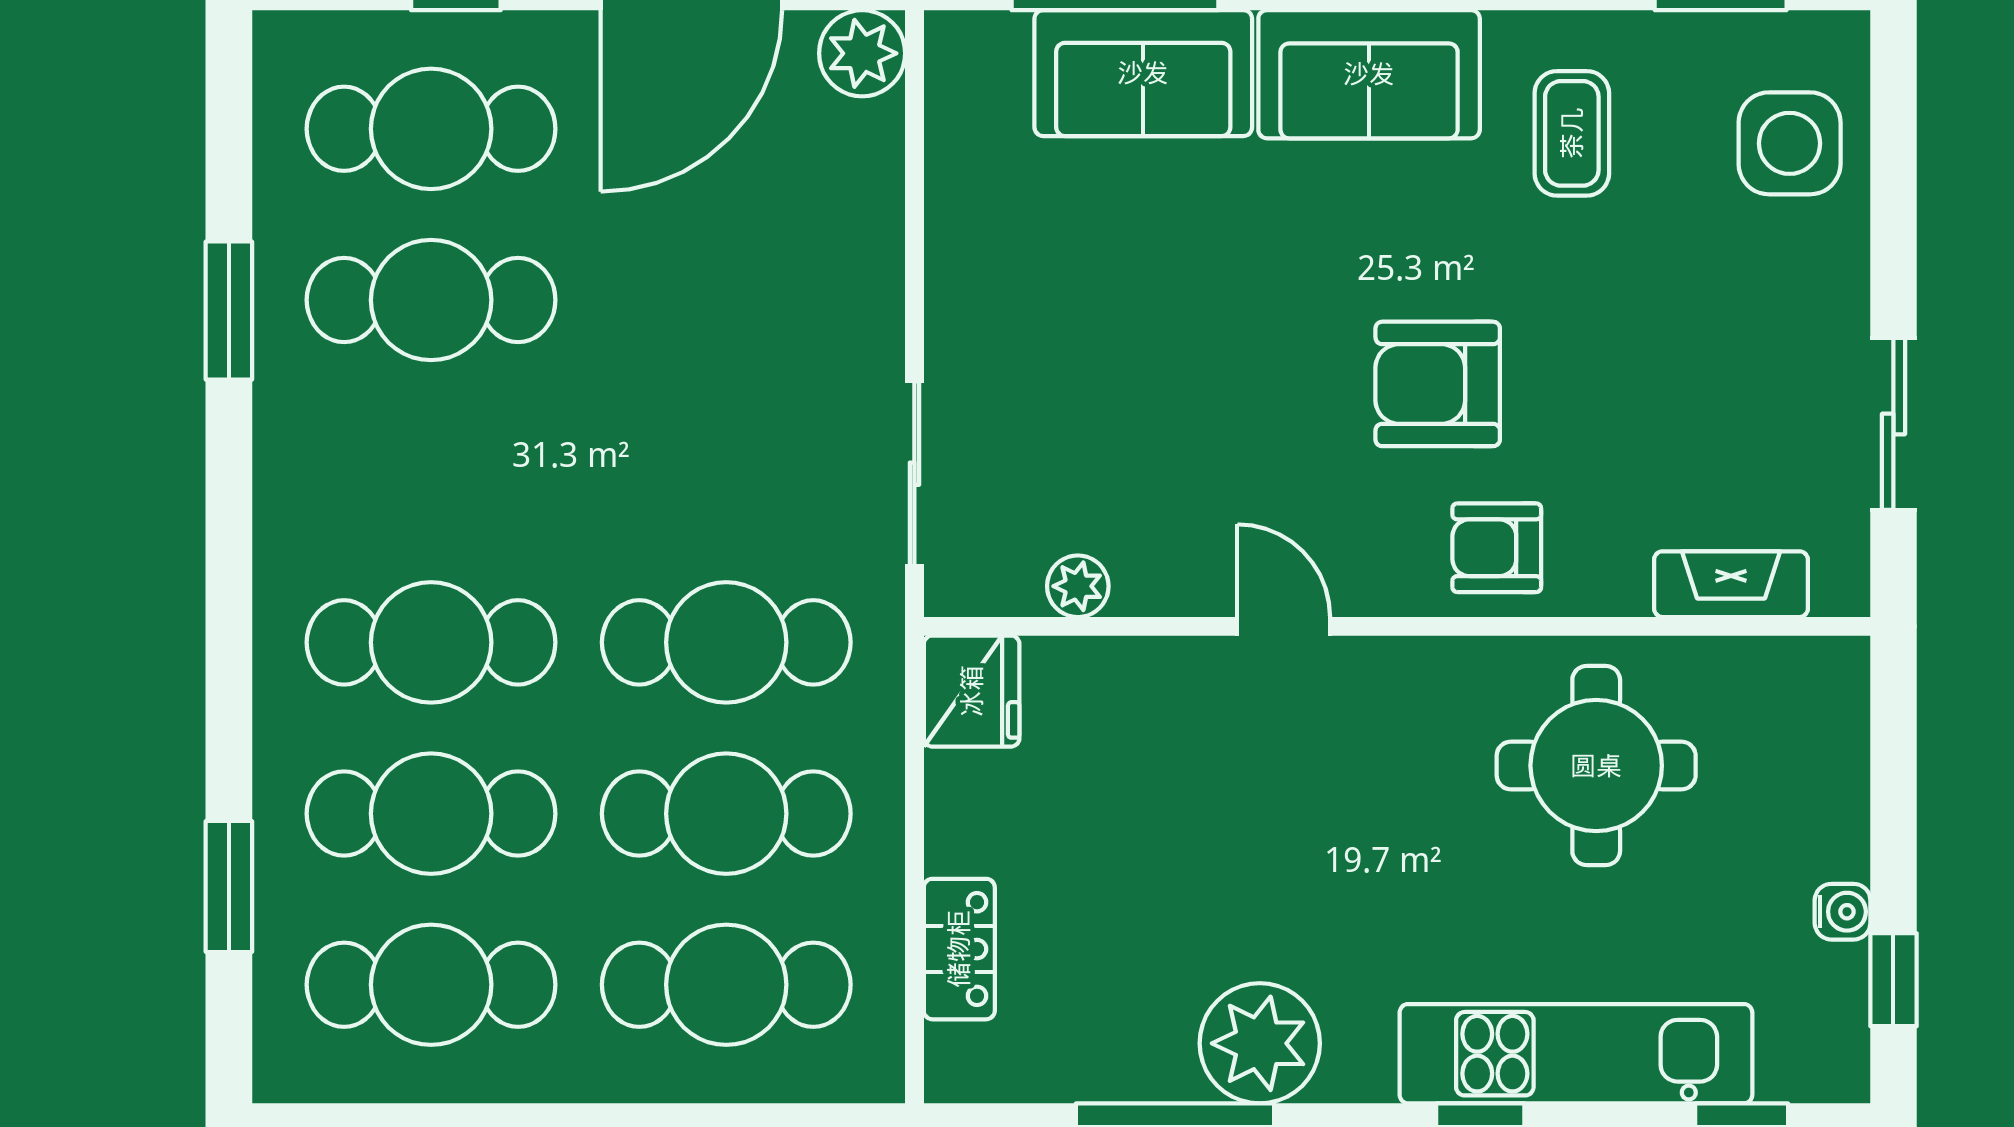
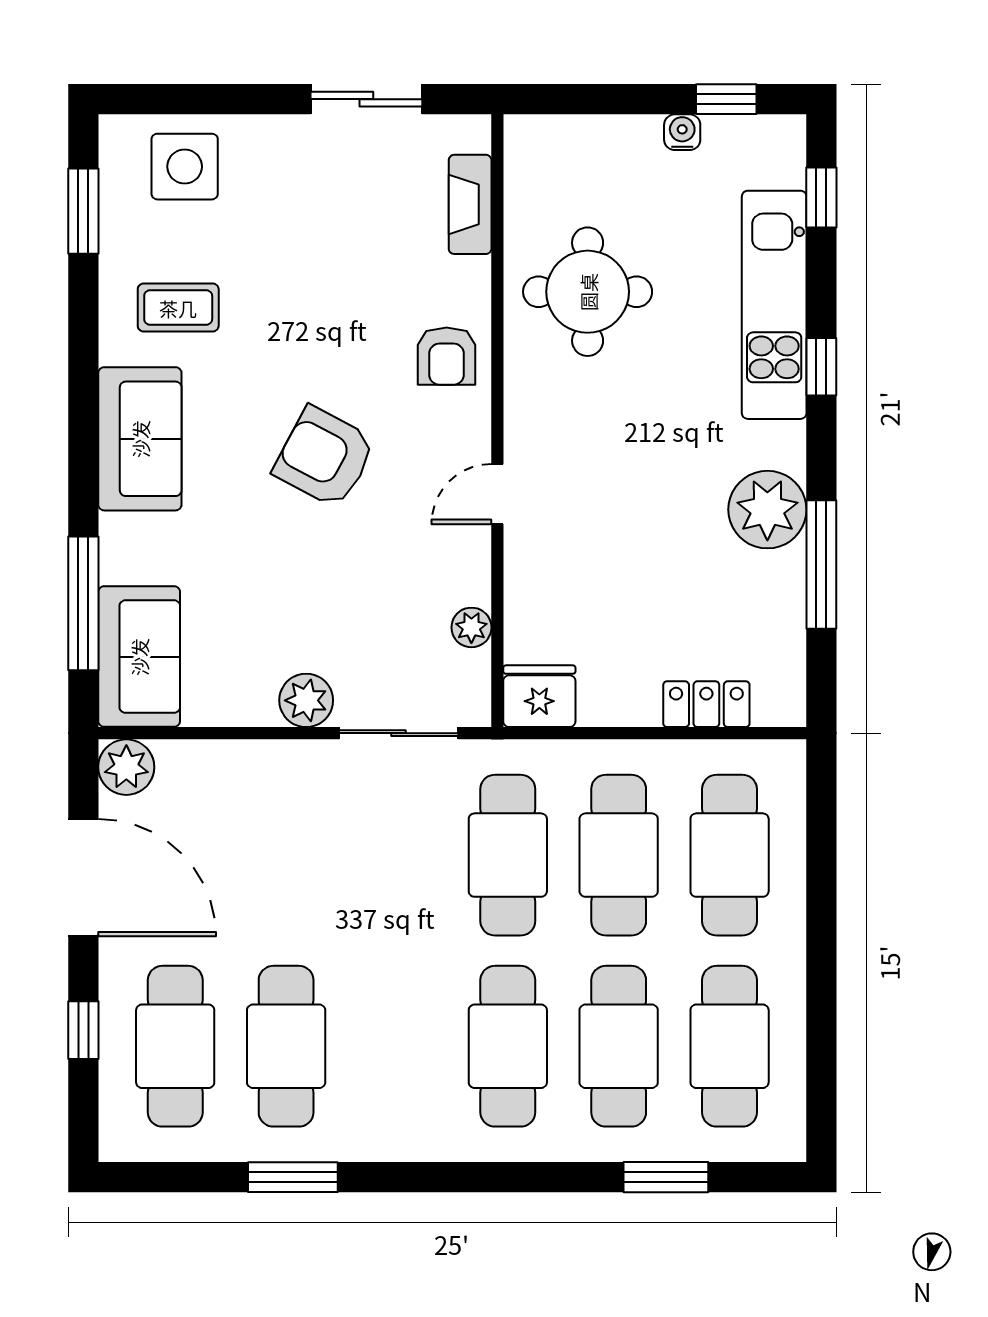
sofa: (1143, 73) -> (139, 657), moved
plant: (965, 331) -> (306, 700), added
armchair: (1438, 384) -> (325, 457), moved, turned 118

